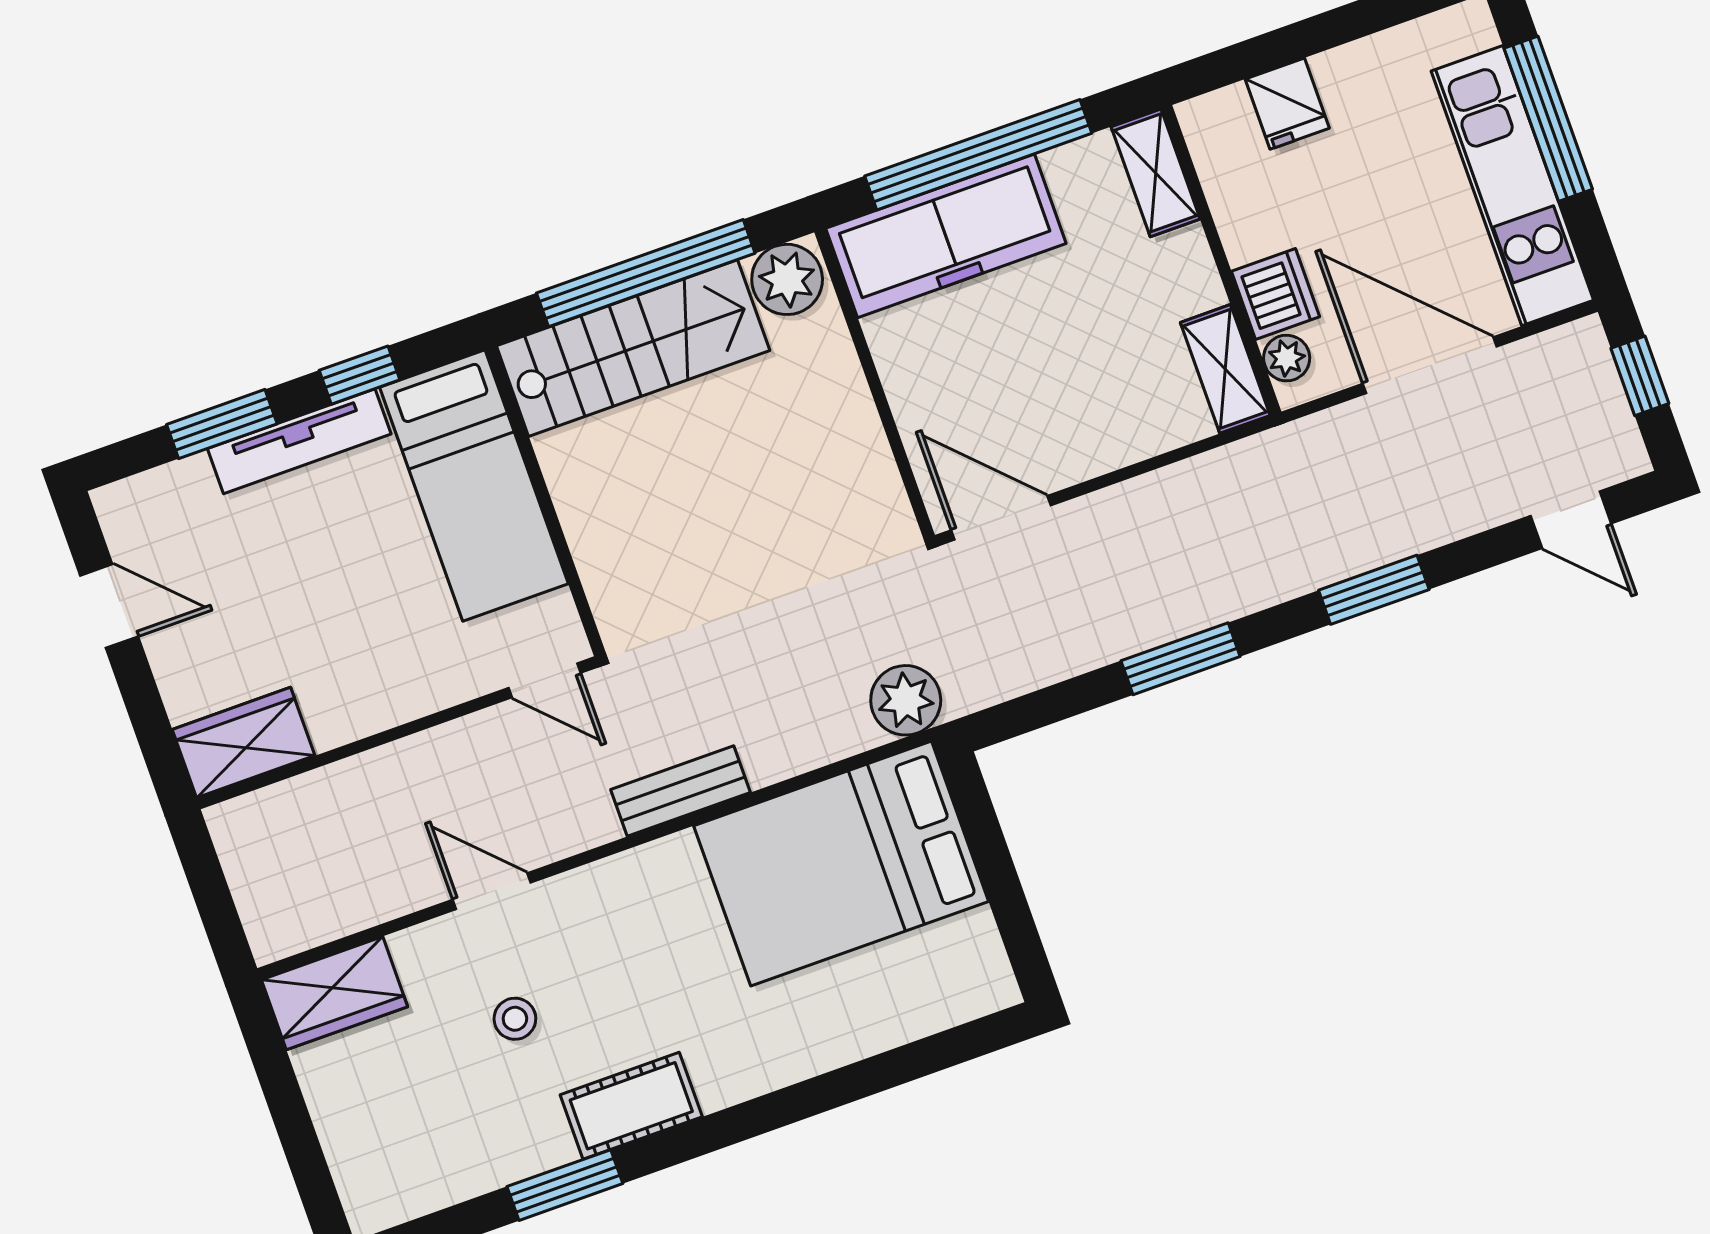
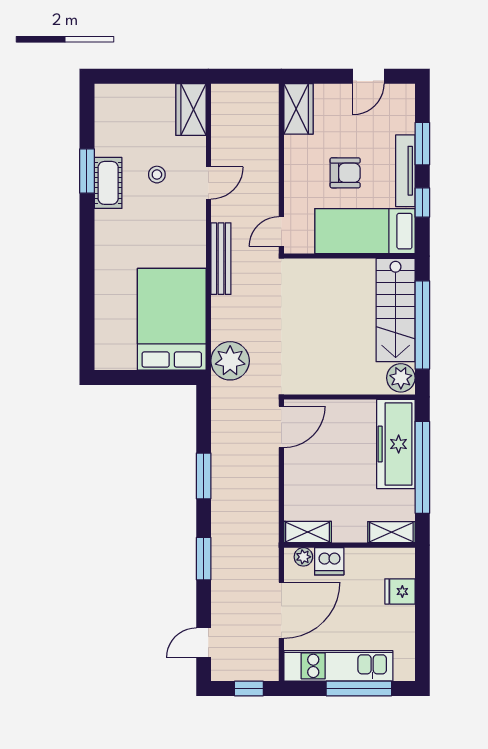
armchair: (354, 580) -> (345, 173), added
plant: (906, 700) -> (230, 361), width x1.36, depth x1.36
bench: (681, 791) -> (221, 259), width x1.36
cot: (631, 1106) -> (108, 183), moved

